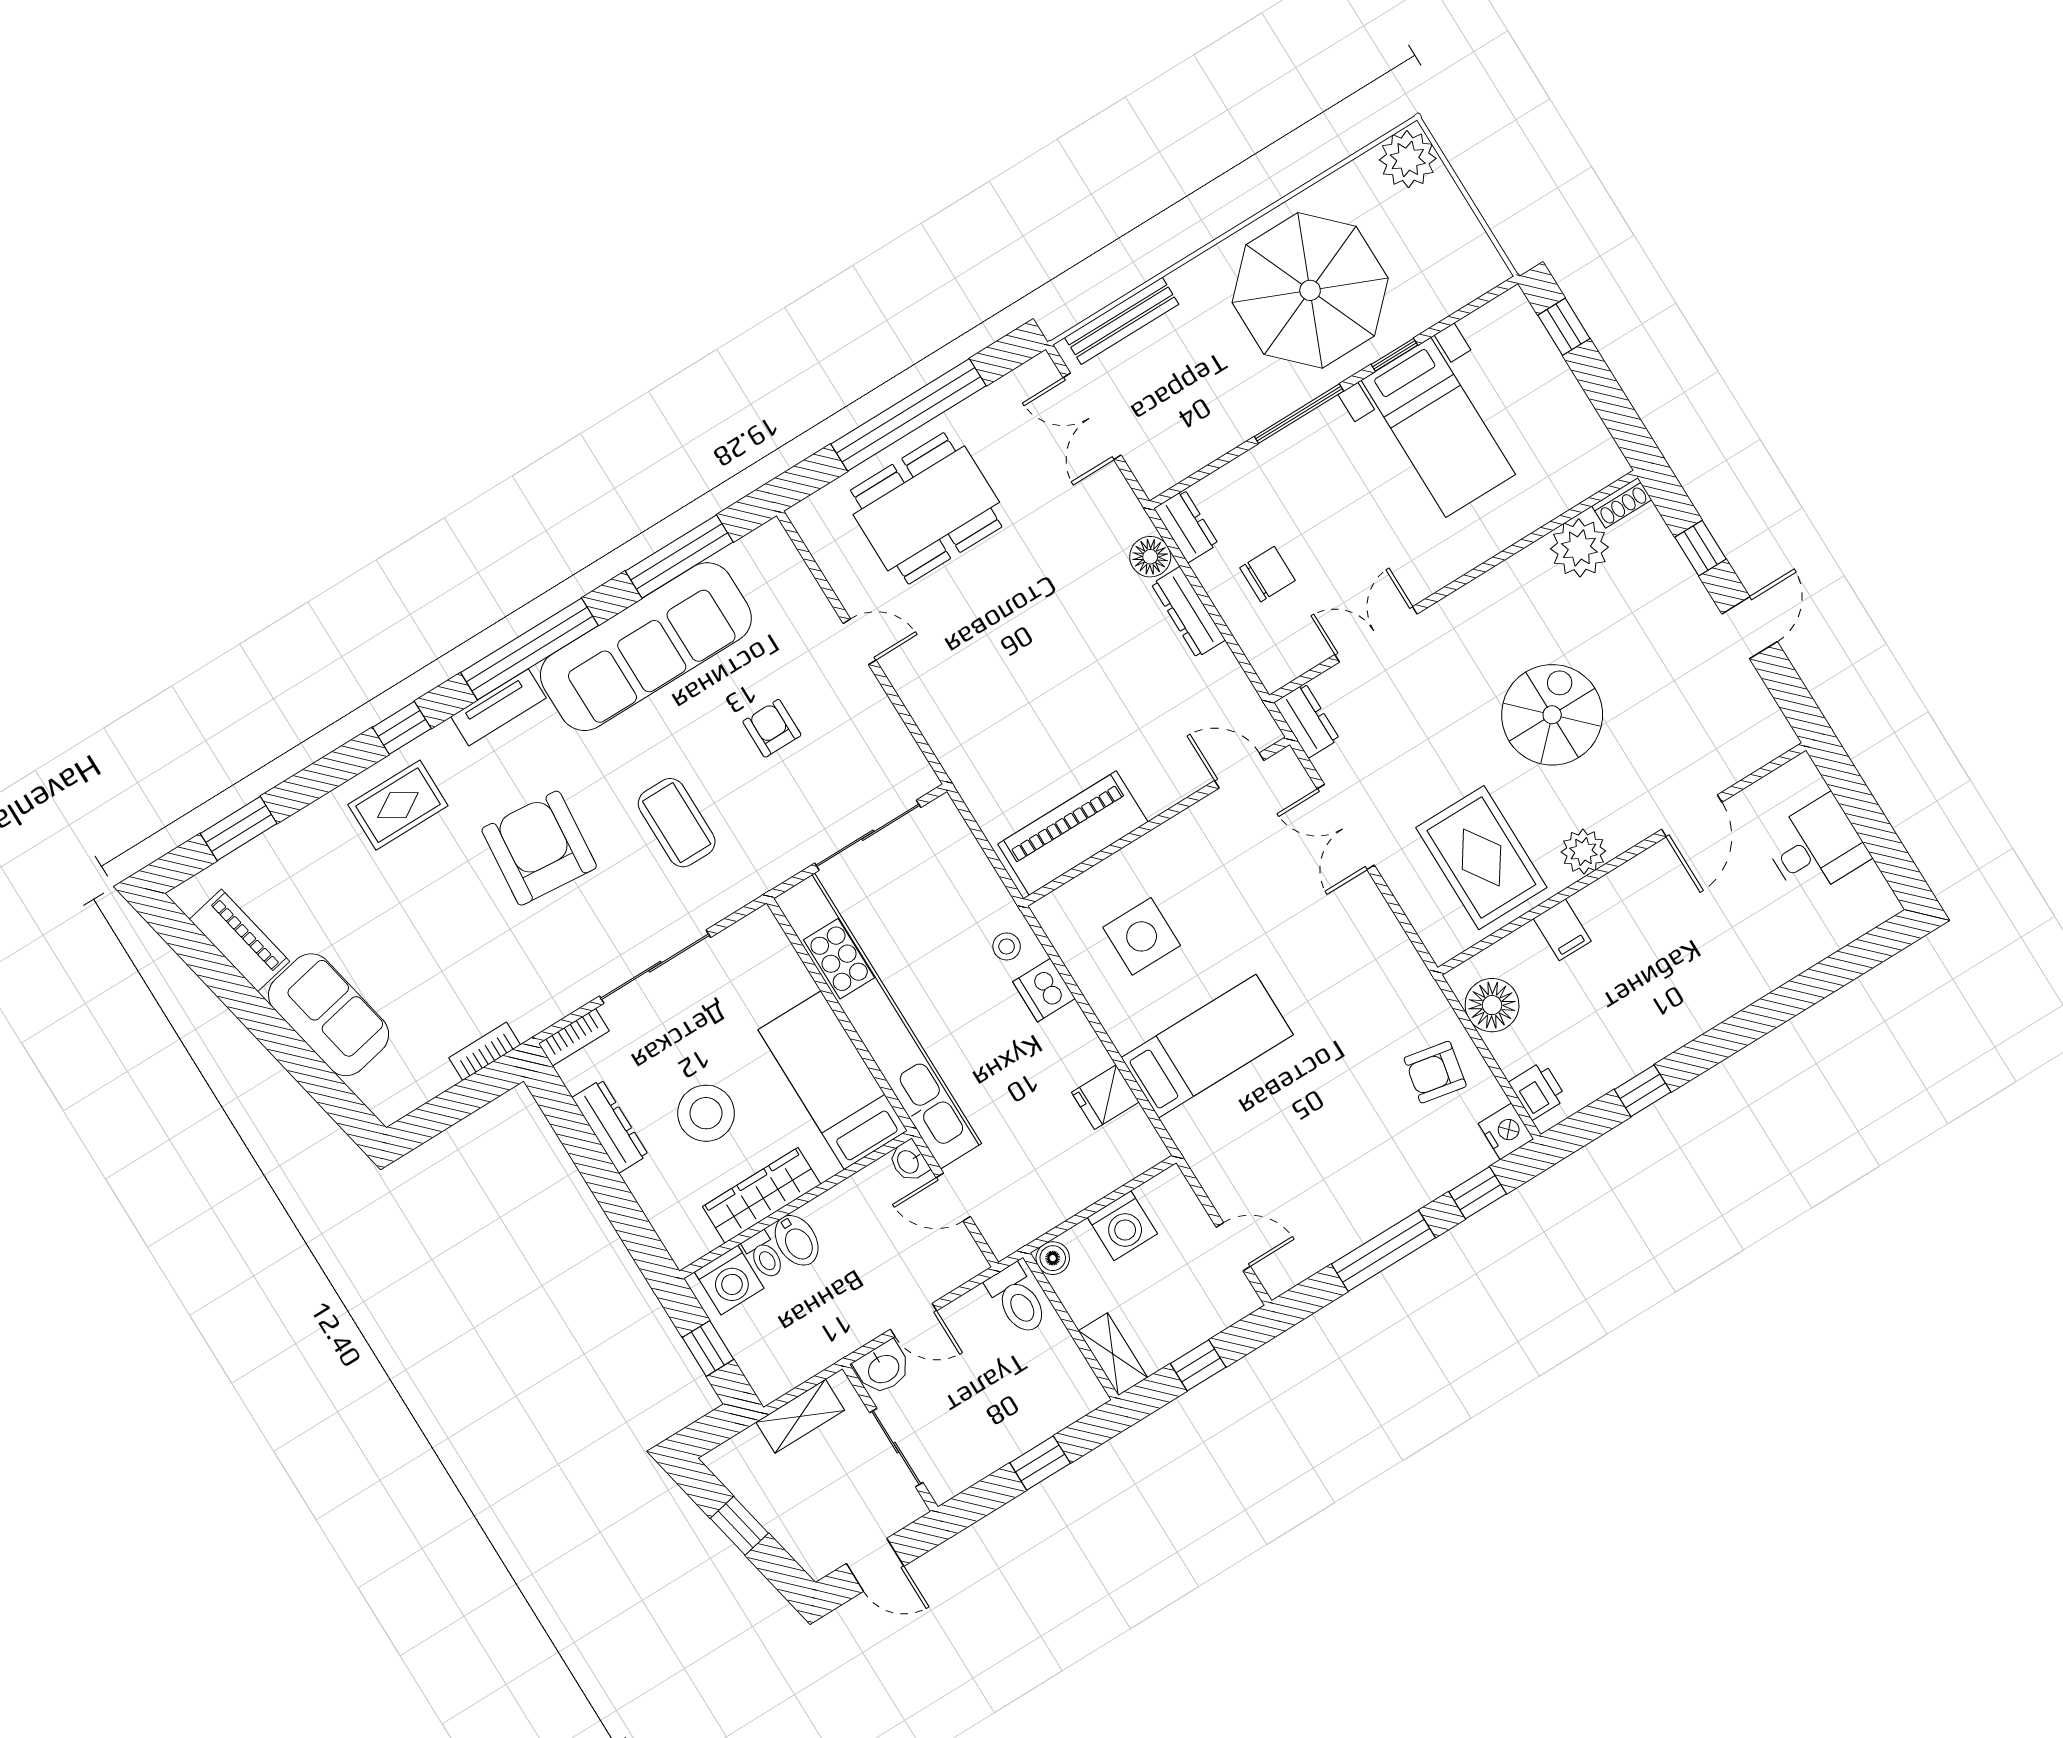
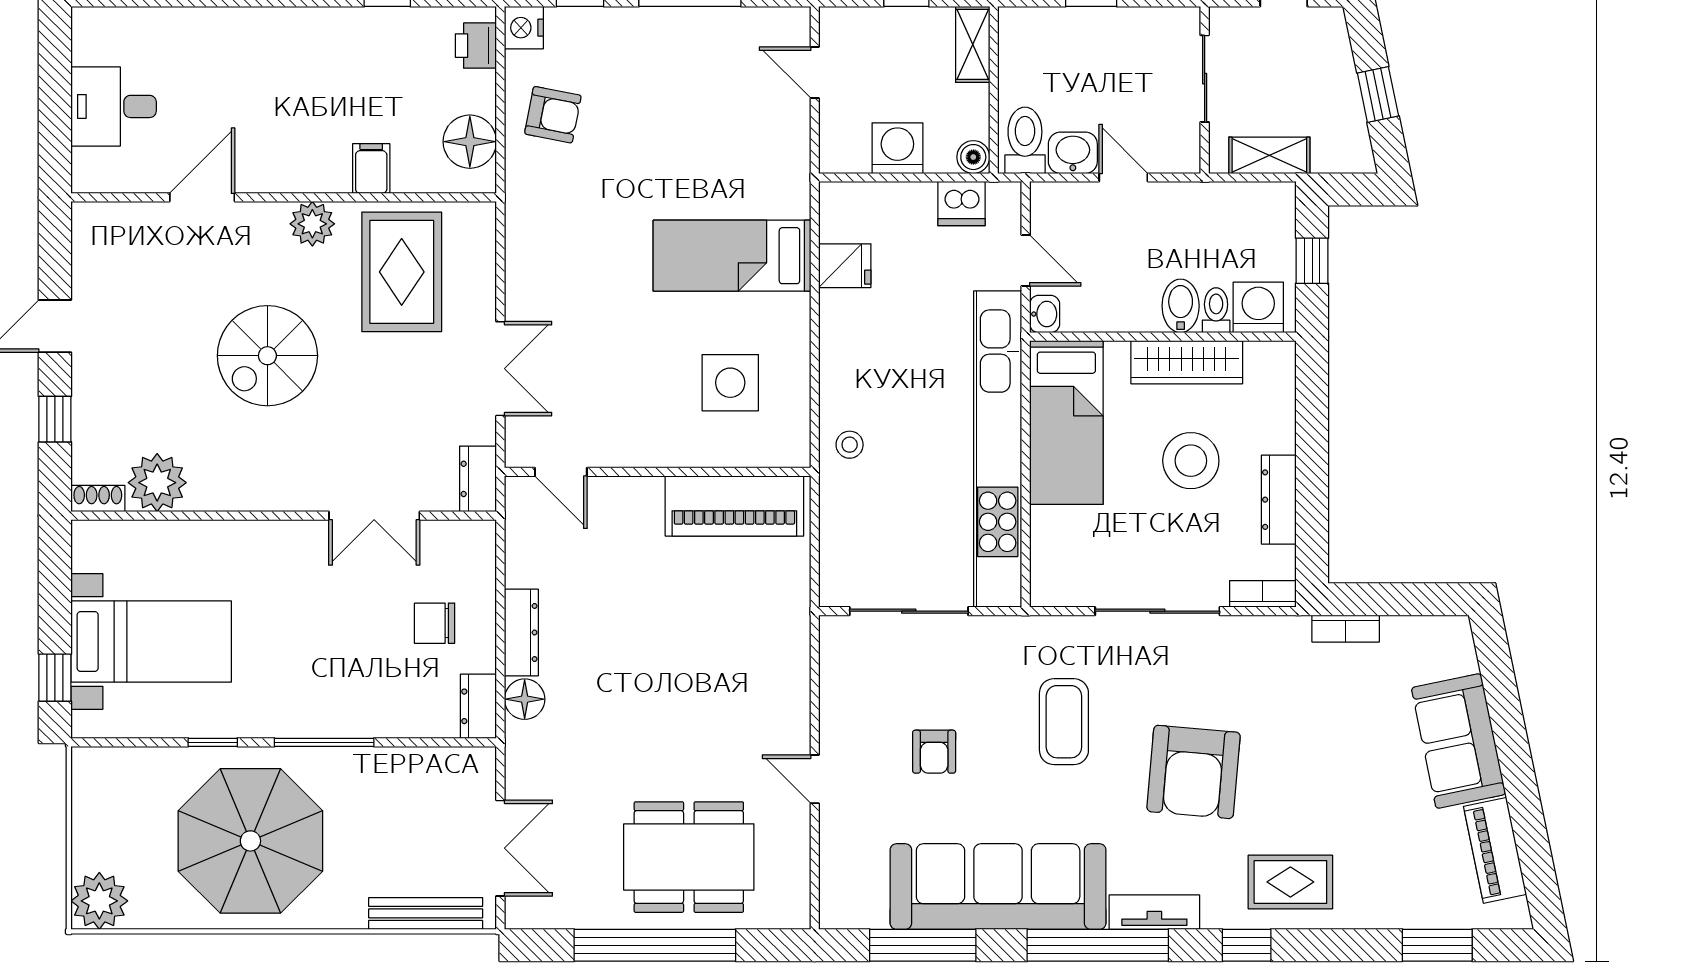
bed with nightstands: (1438, 427) -> (151, 641), moved, turned 90
dishwasher: (1044, 990) -> (962, 204), moved, turned 90
washbasin: (883, 1368) -> (1073, 153), moved

